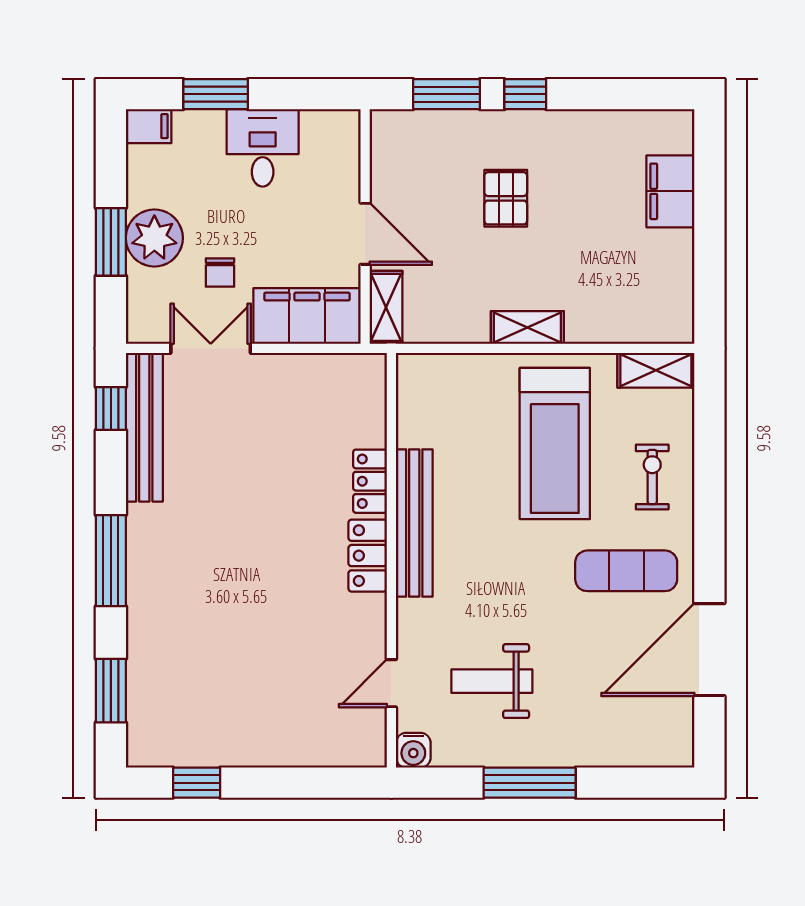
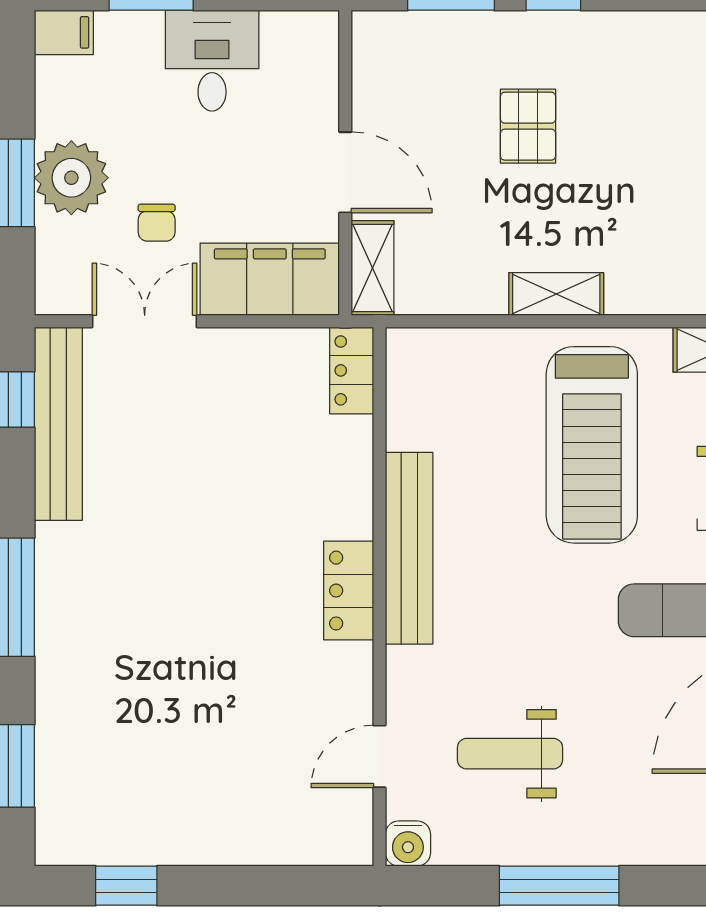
locker: (370, 481) -> (352, 370), moved

